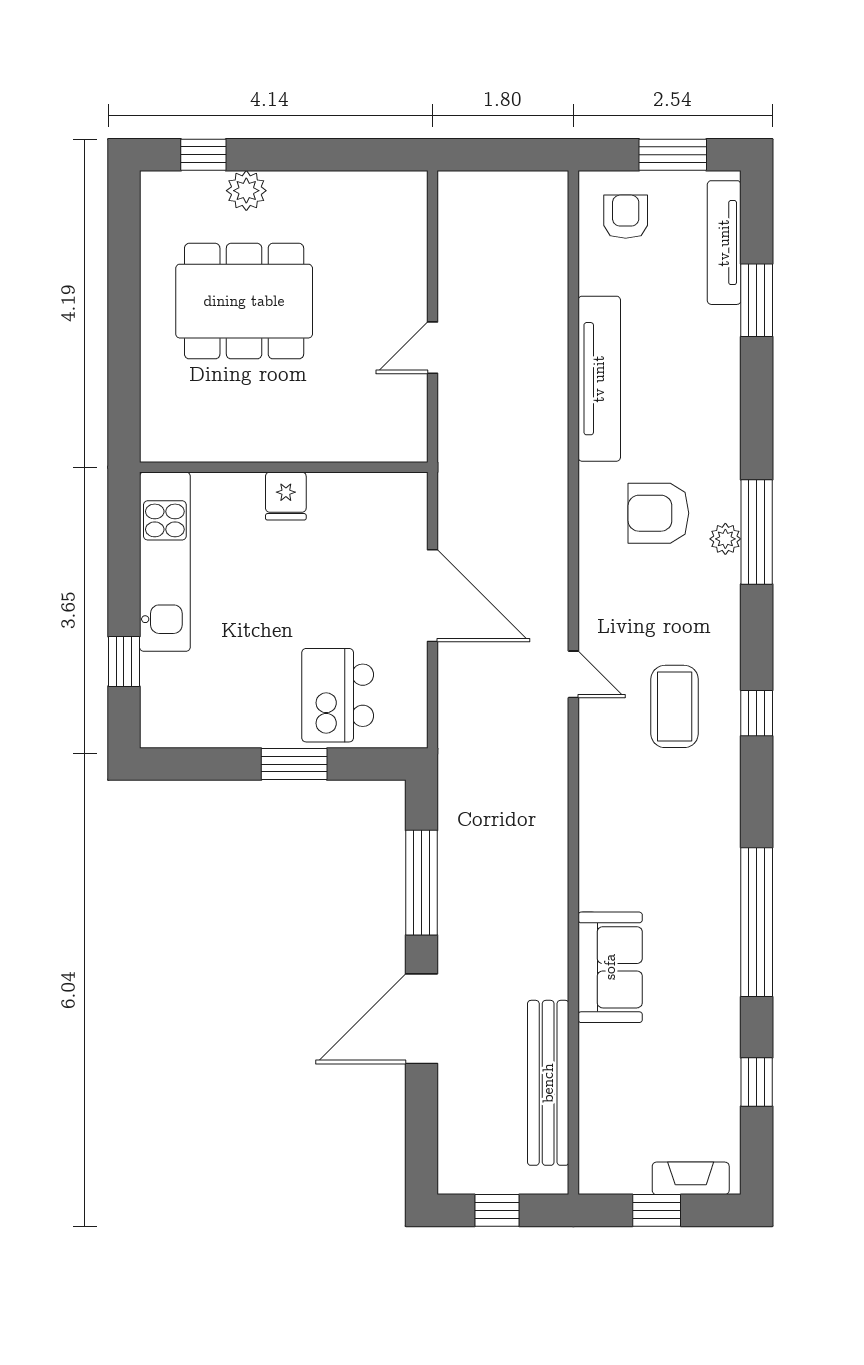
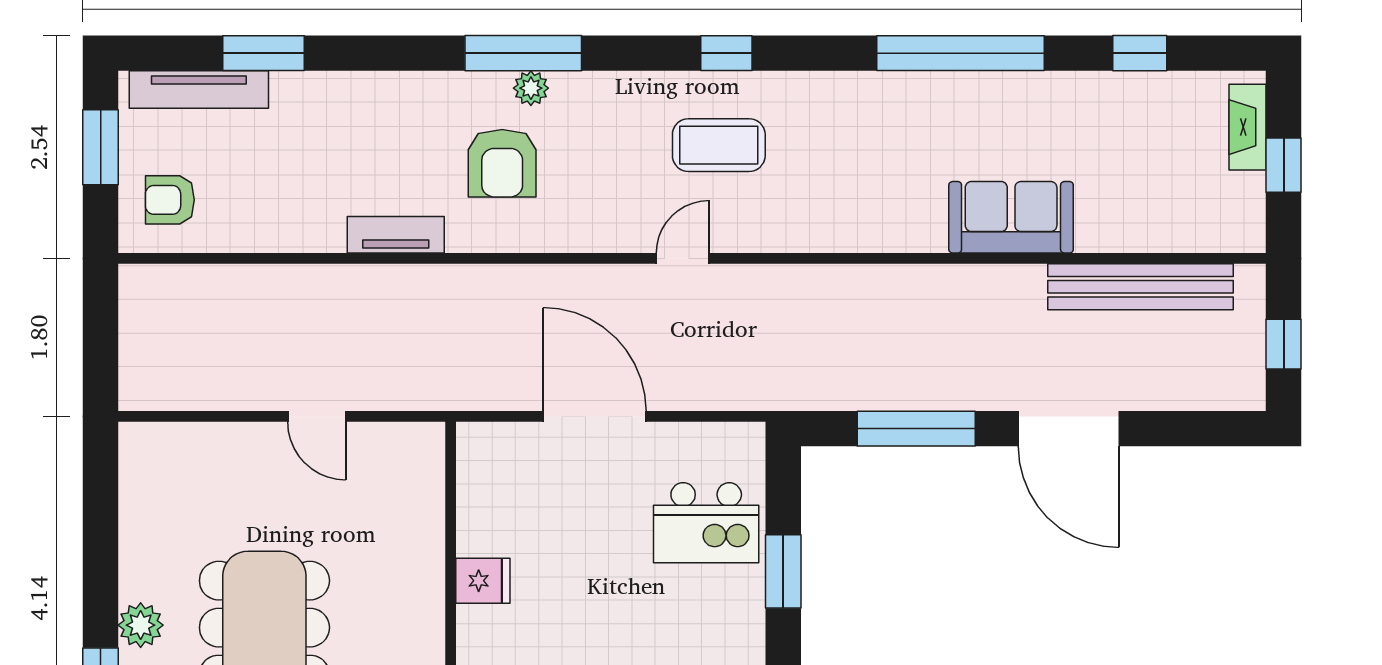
tv unit: (599, 379) -> (396, 235), width x0.52, depth x0.78
door: (432, 596) -> (595, 416), hinge flipped

